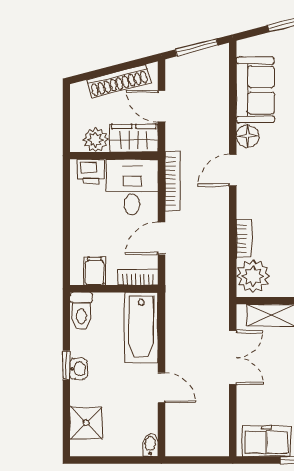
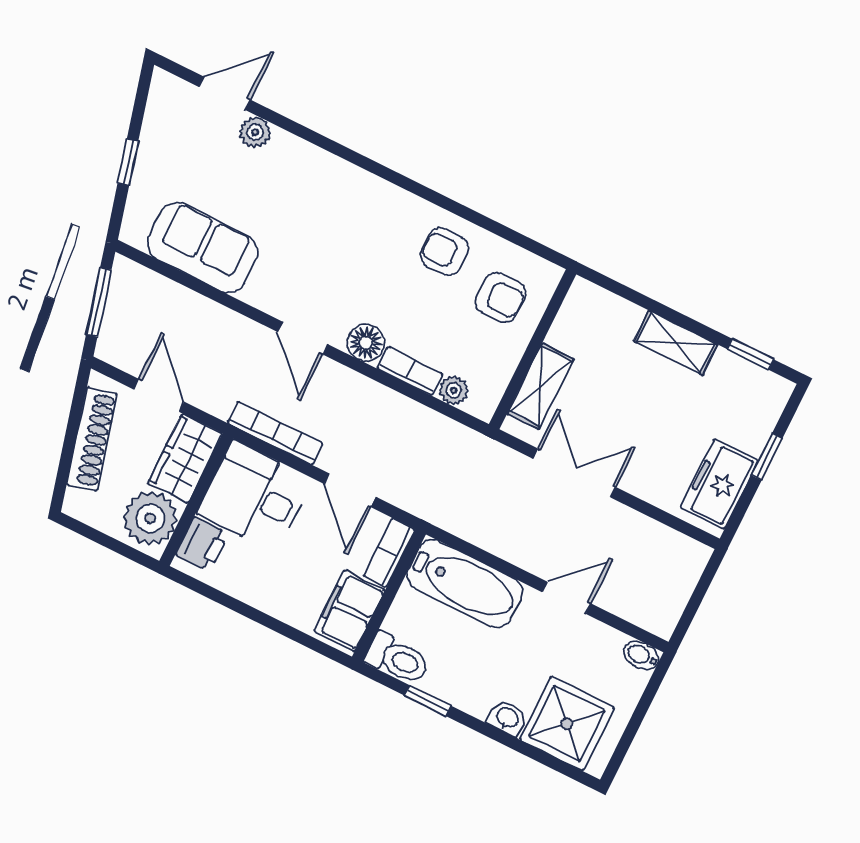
door: (161, 106) -> (159, 395), swing flipped
floor lamp: (248, 136) -> (366, 343), moved
plant: (96, 140) -> (150, 518), width x1.36, depth x1.36
filing cabinet: (95, 271) -> (349, 611), width x2.00
plant: (253, 276) -> (454, 391), width x0.53, depth x0.53
window: (66, 365) -> (428, 701), moved
washbasin: (78, 369) -> (507, 718), moved
shower: (86, 423) -> (567, 724), width x1.36, depth x1.36

